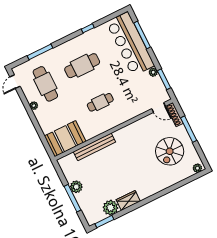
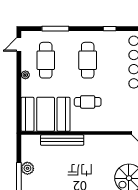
cafe table: (82, 66) -> (88, 60), turned 90
booth: (65, 139) -> (46, 114), width x1.36, depth x1.42

